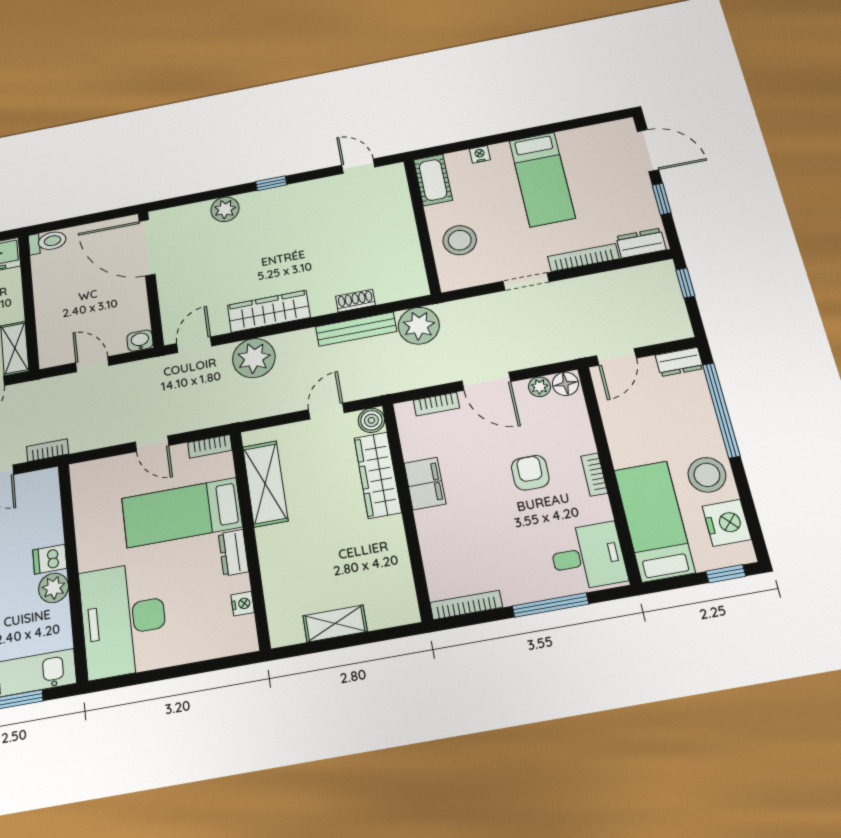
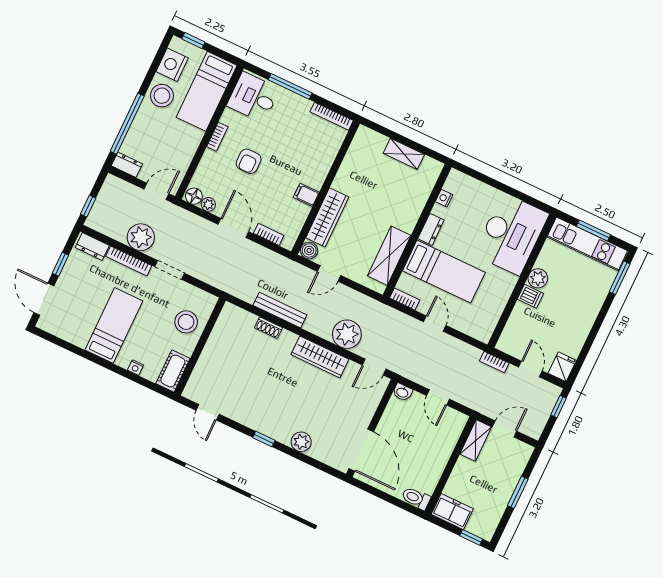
plant: (419, 326) -> (141, 237), moved
filing cabinet: (425, 483) -> (306, 195), width x0.50

